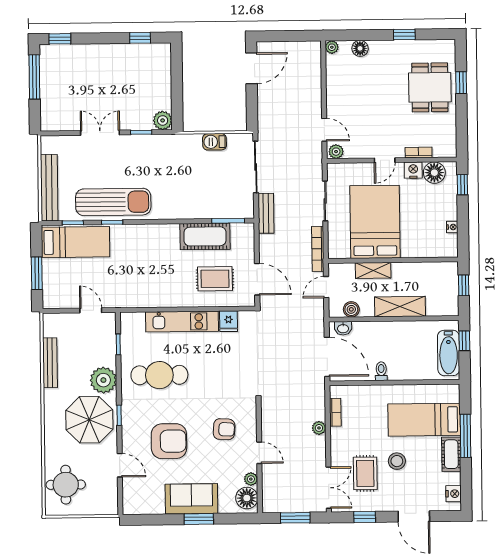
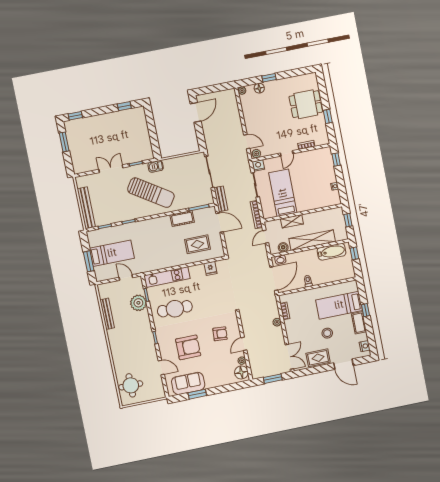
window: (404, 35) -> (269, 78), moved
window: (34, 77) -> (64, 142), width x0.69
window: (461, 83) -> (328, 116), moved
dining table: (430, 87) -> (306, 104), turned 90
plant: (163, 120) -> (148, 154), removed
barbecue: (214, 142) -> (156, 166), moved
nightstand: (413, 170) -> (258, 165), moved
floor lamp: (434, 173) -> (318, 155), removed
sun lounger: (113, 202) -> (151, 193), moved, turned 33
bed: (375, 222) -> (283, 193), width x0.67
cot: (205, 236) -> (182, 219), width x0.73, depth x0.75
bed: (76, 242) -> (112, 253), moved
door: (257, 279) -> (220, 223), moved
shelving: (400, 307) -> (312, 240), width x1.47
kitchen unit: (182, 322) -> (167, 277), moved
bathtub: (449, 353) -> (332, 252), moved, turned -90
door: (327, 357) -> (274, 279), hinge flipped
plant: (103, 380) -> (138, 303), moved
parasol: (89, 420) -> (138, 344), removed
window: (466, 436) -> (365, 310), width x0.46
door: (259, 453) -> (244, 344), swing flipped
rug: (365, 473) -> (318, 358), moved, turned 90
sofa: (191, 499) -> (188, 383), moved
window: (365, 517) -> (314, 370), removed
window: (199, 519) -> (197, 394), moved

